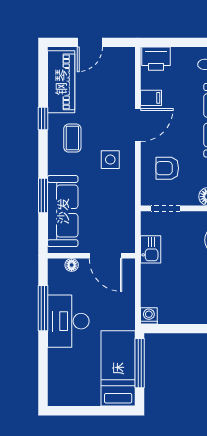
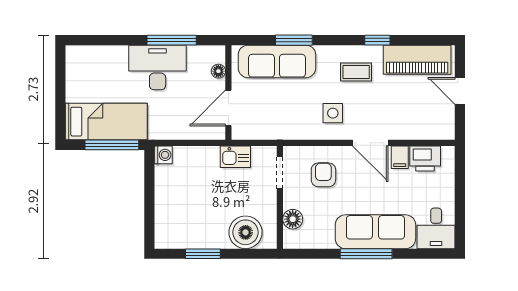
printer: (156, 59) -> (425, 159), moved, turned -90

